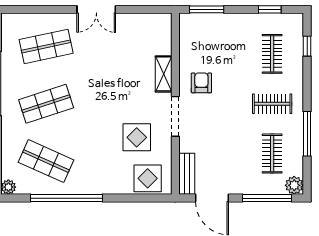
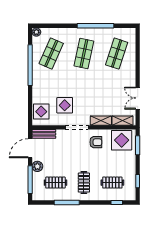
double door: (96, 9) -> (138, 98), moved
shelving: (164, 36) -> (123, 121), added
display table: (198, 38) -> (122, 140), added
shop shelf: (46, 46) -> (117, 54), turned 30
shop shelf: (46, 104) -> (84, 54), turned 30
plant: (294, 185) -> (37, 166), moved

